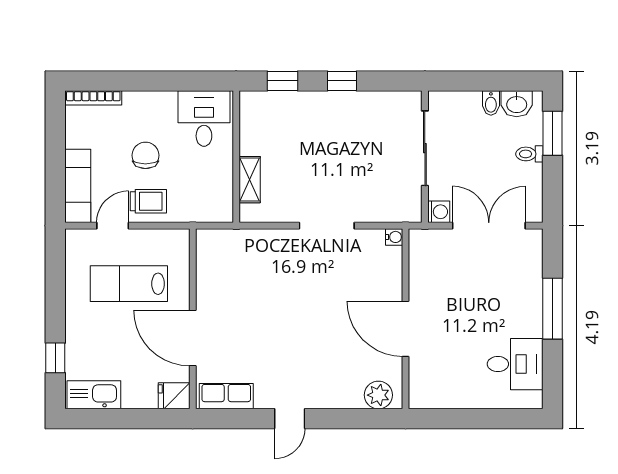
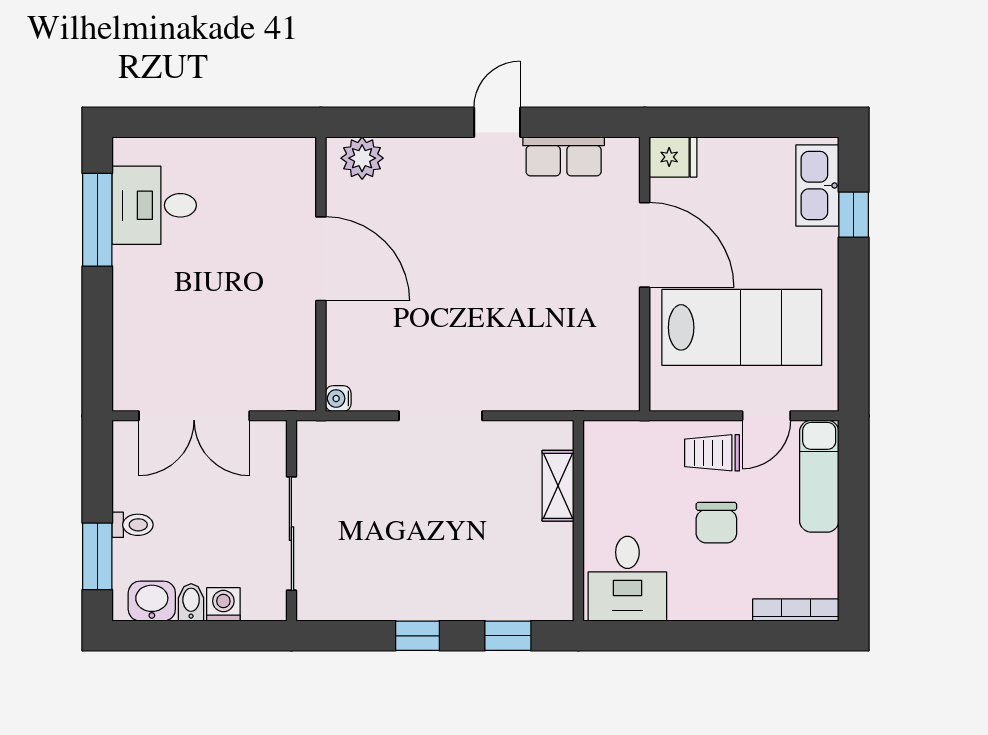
washing machine: (439, 212) -> (223, 604), moved, turned 90
lab bench: (129, 284) -> (742, 327), width x1.36, depth x1.39
window: (553, 309) -> (97, 220), moved
kitchen sink: (94, 395) -> (817, 186), moved, turned 90
row of seats: (226, 396) -> (564, 156), moved

